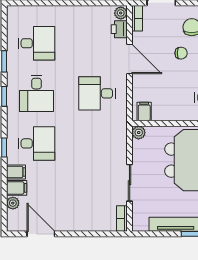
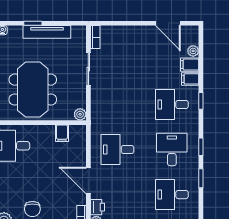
chair: (181, 53) -> (42, 186), removed
desk: (97, 93) -> (117, 150), turned 180
filing cabinet: (144, 112) -> (62, 133), moved

